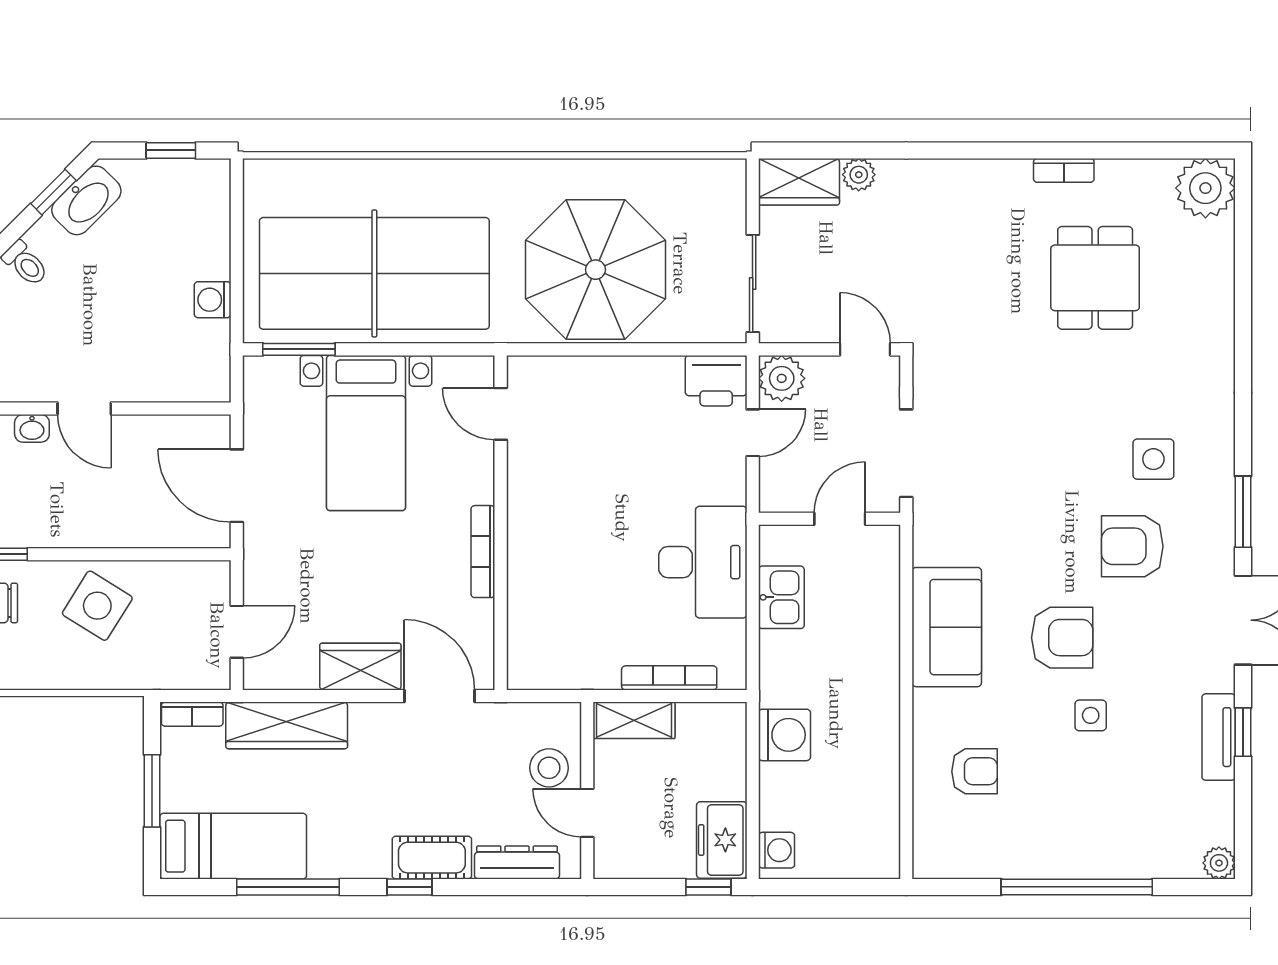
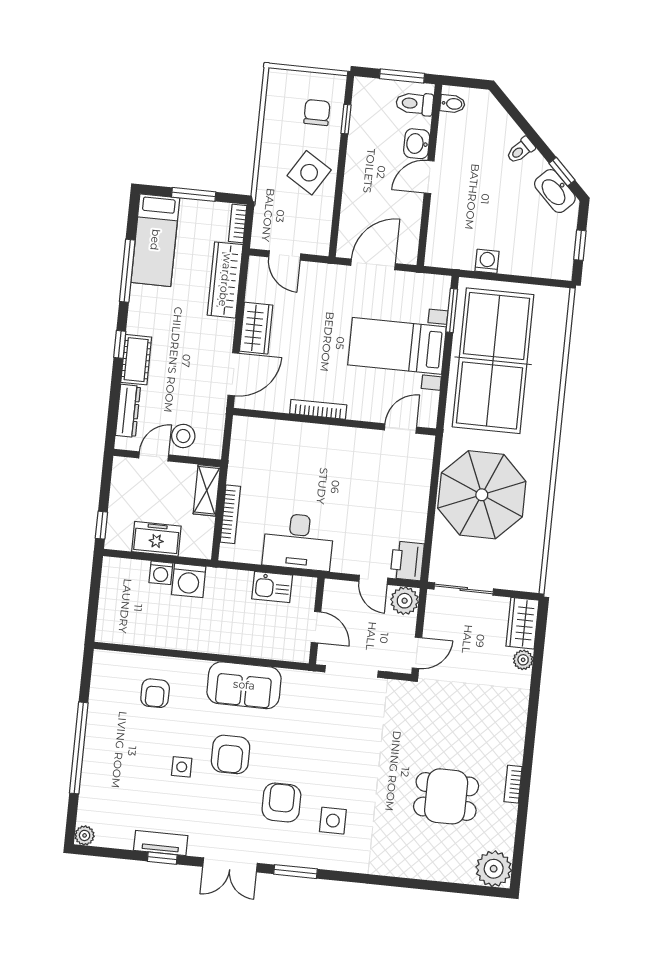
washbasin: (32, 428) -> (417, 144), width x1.38, depth x1.45
freezer: (722, 840) -> (156, 539), moved
washing machine: (777, 850) -> (161, 573), moved

